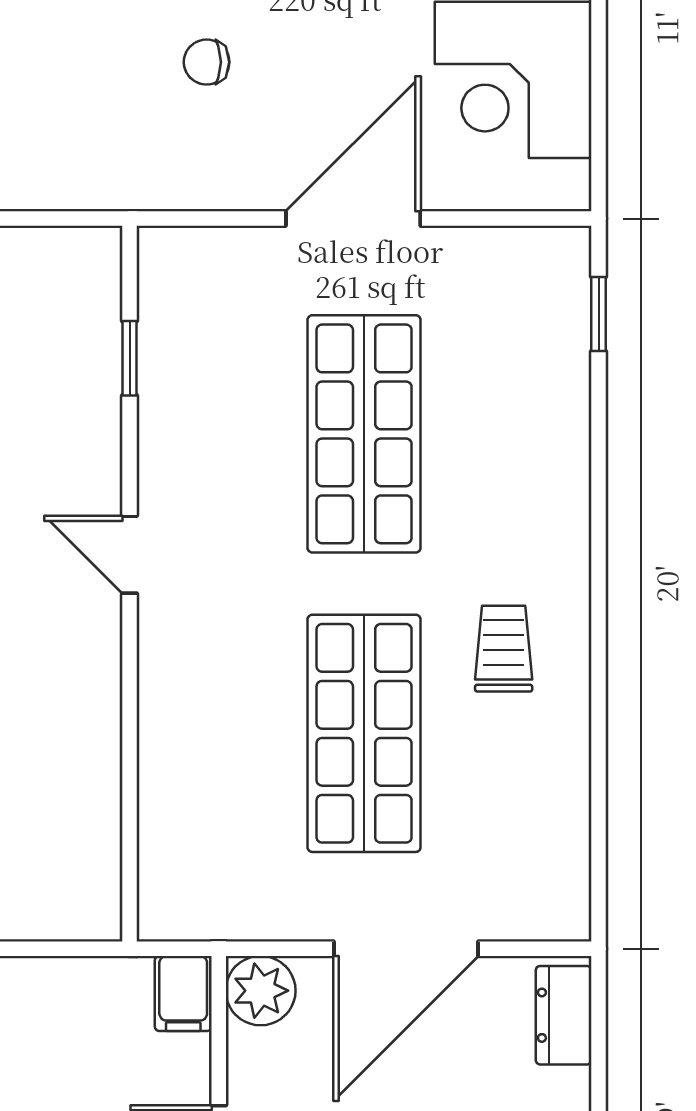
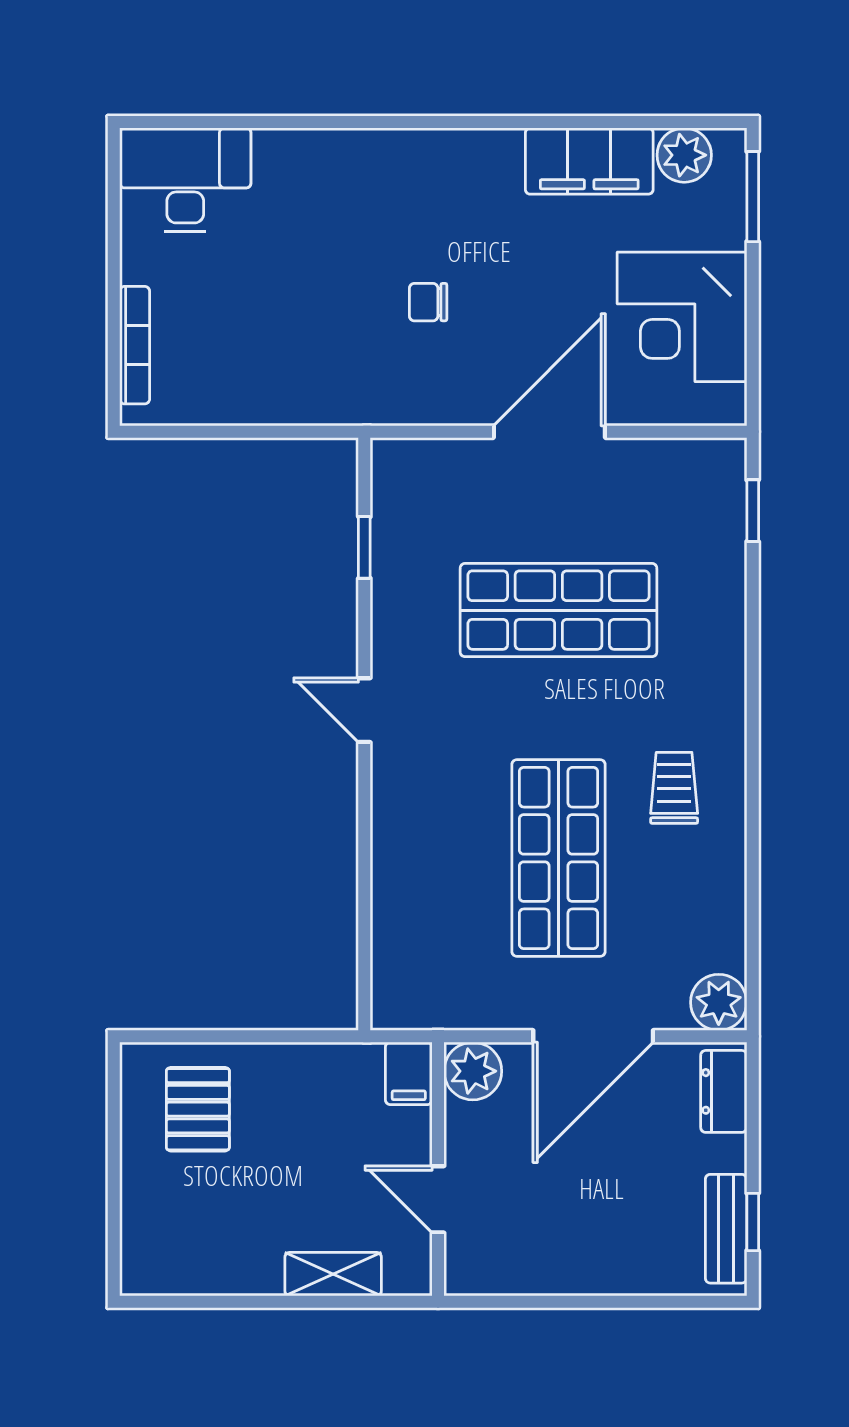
shop shelf: (364, 434) -> (558, 610), turned 90
plant: (557, 908) -> (719, 1002), added

